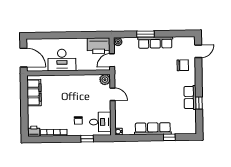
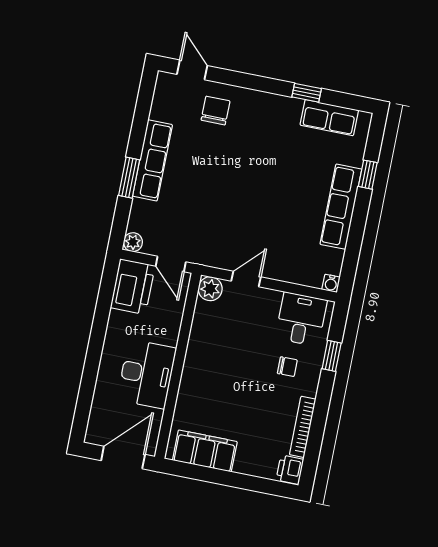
row of seats: (190, 97) -> (329, 118), moved

